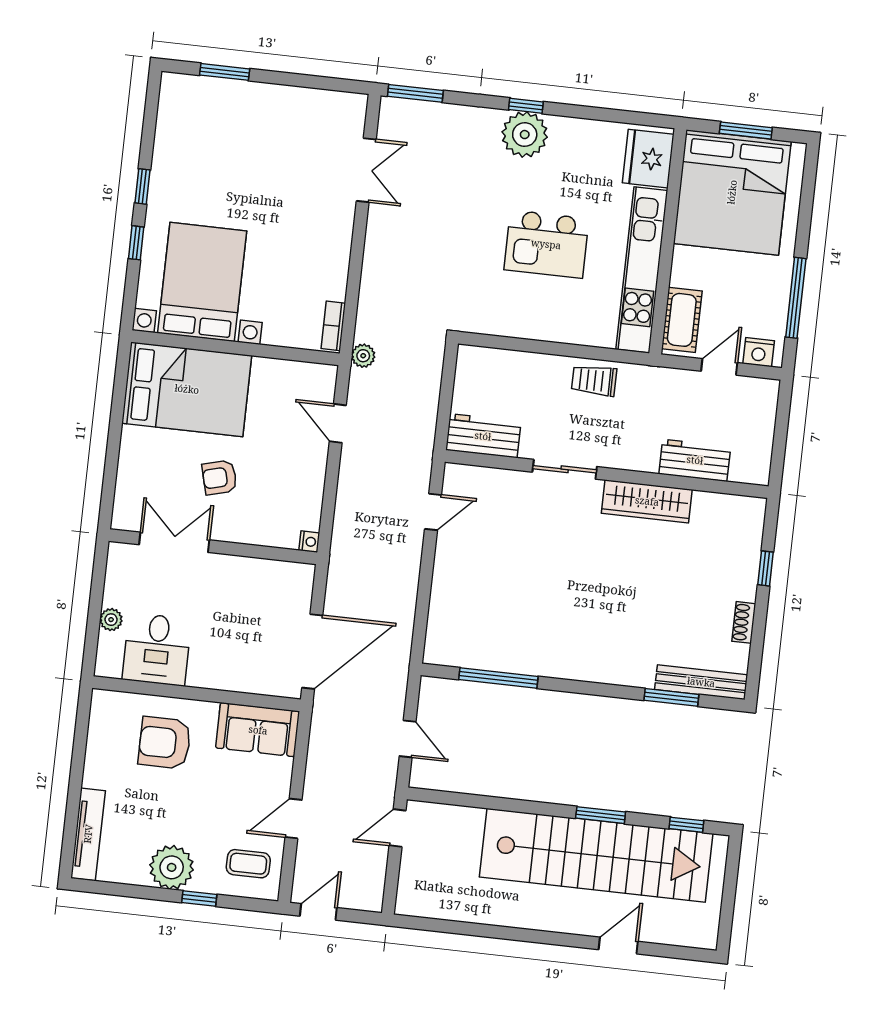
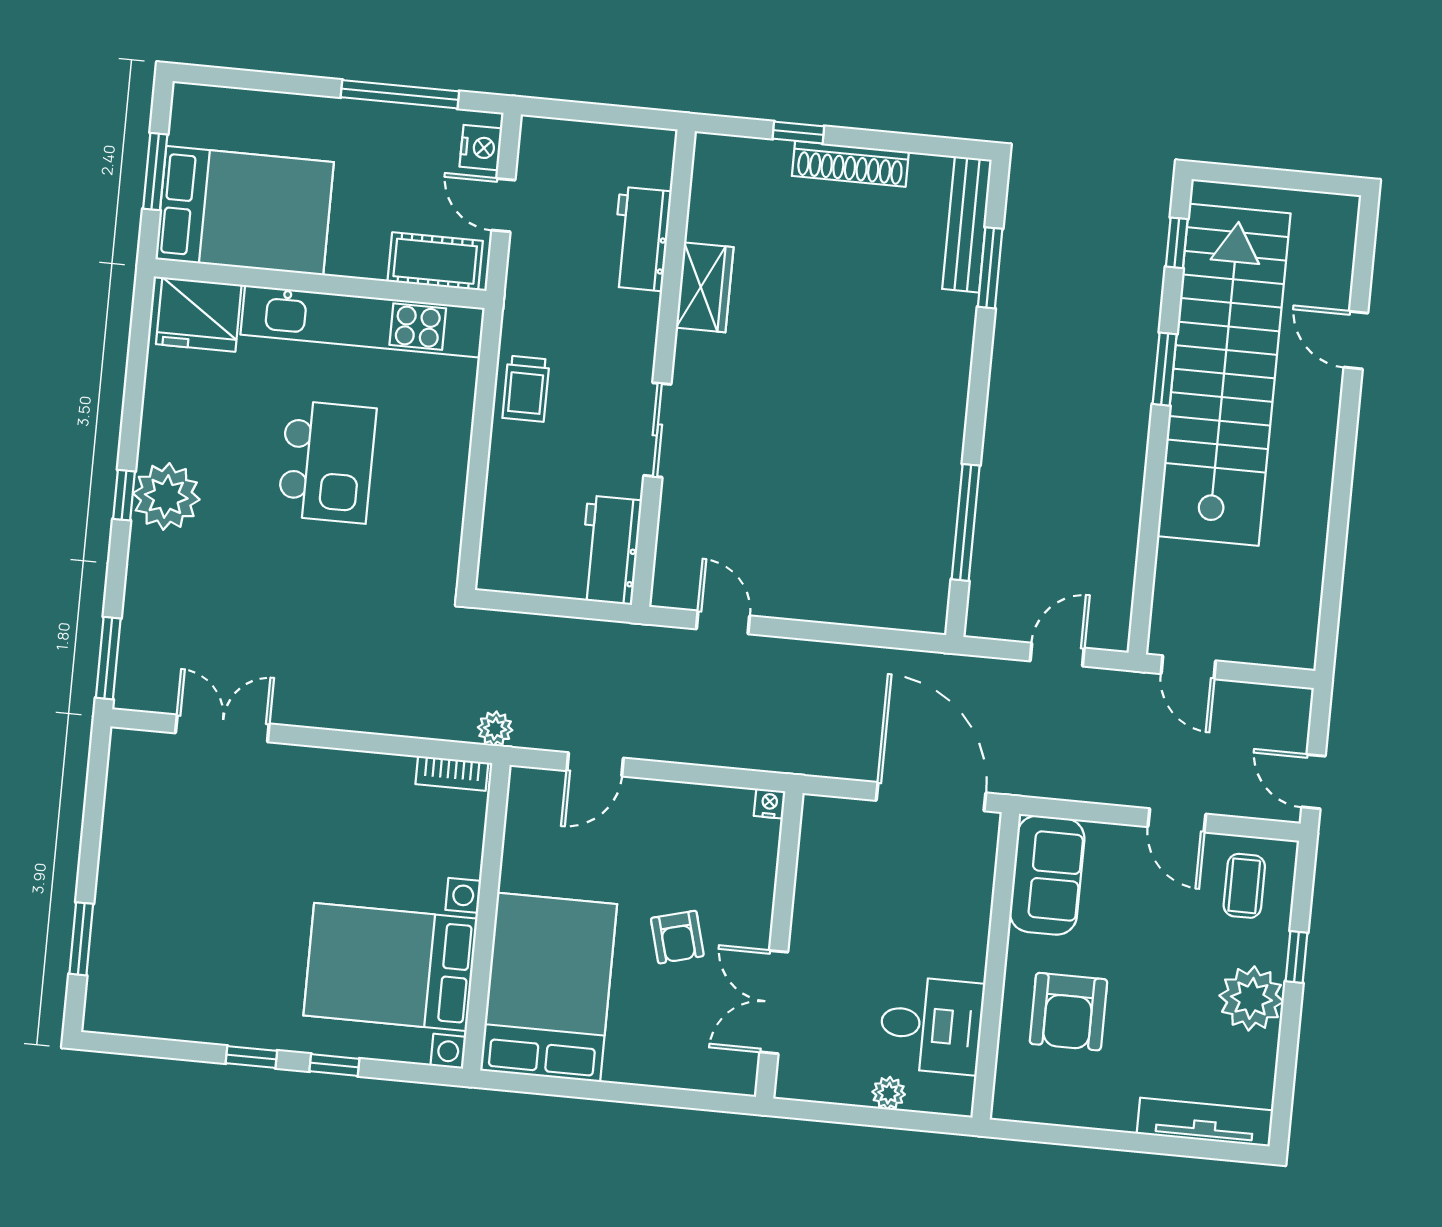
bed: (732, 192) -> (245, 211), width x0.73
wardrobe: (647, 501) -> (705, 287), width x0.67
shoe rack: (744, 622) -> (850, 164), width x1.94, depth x1.24

